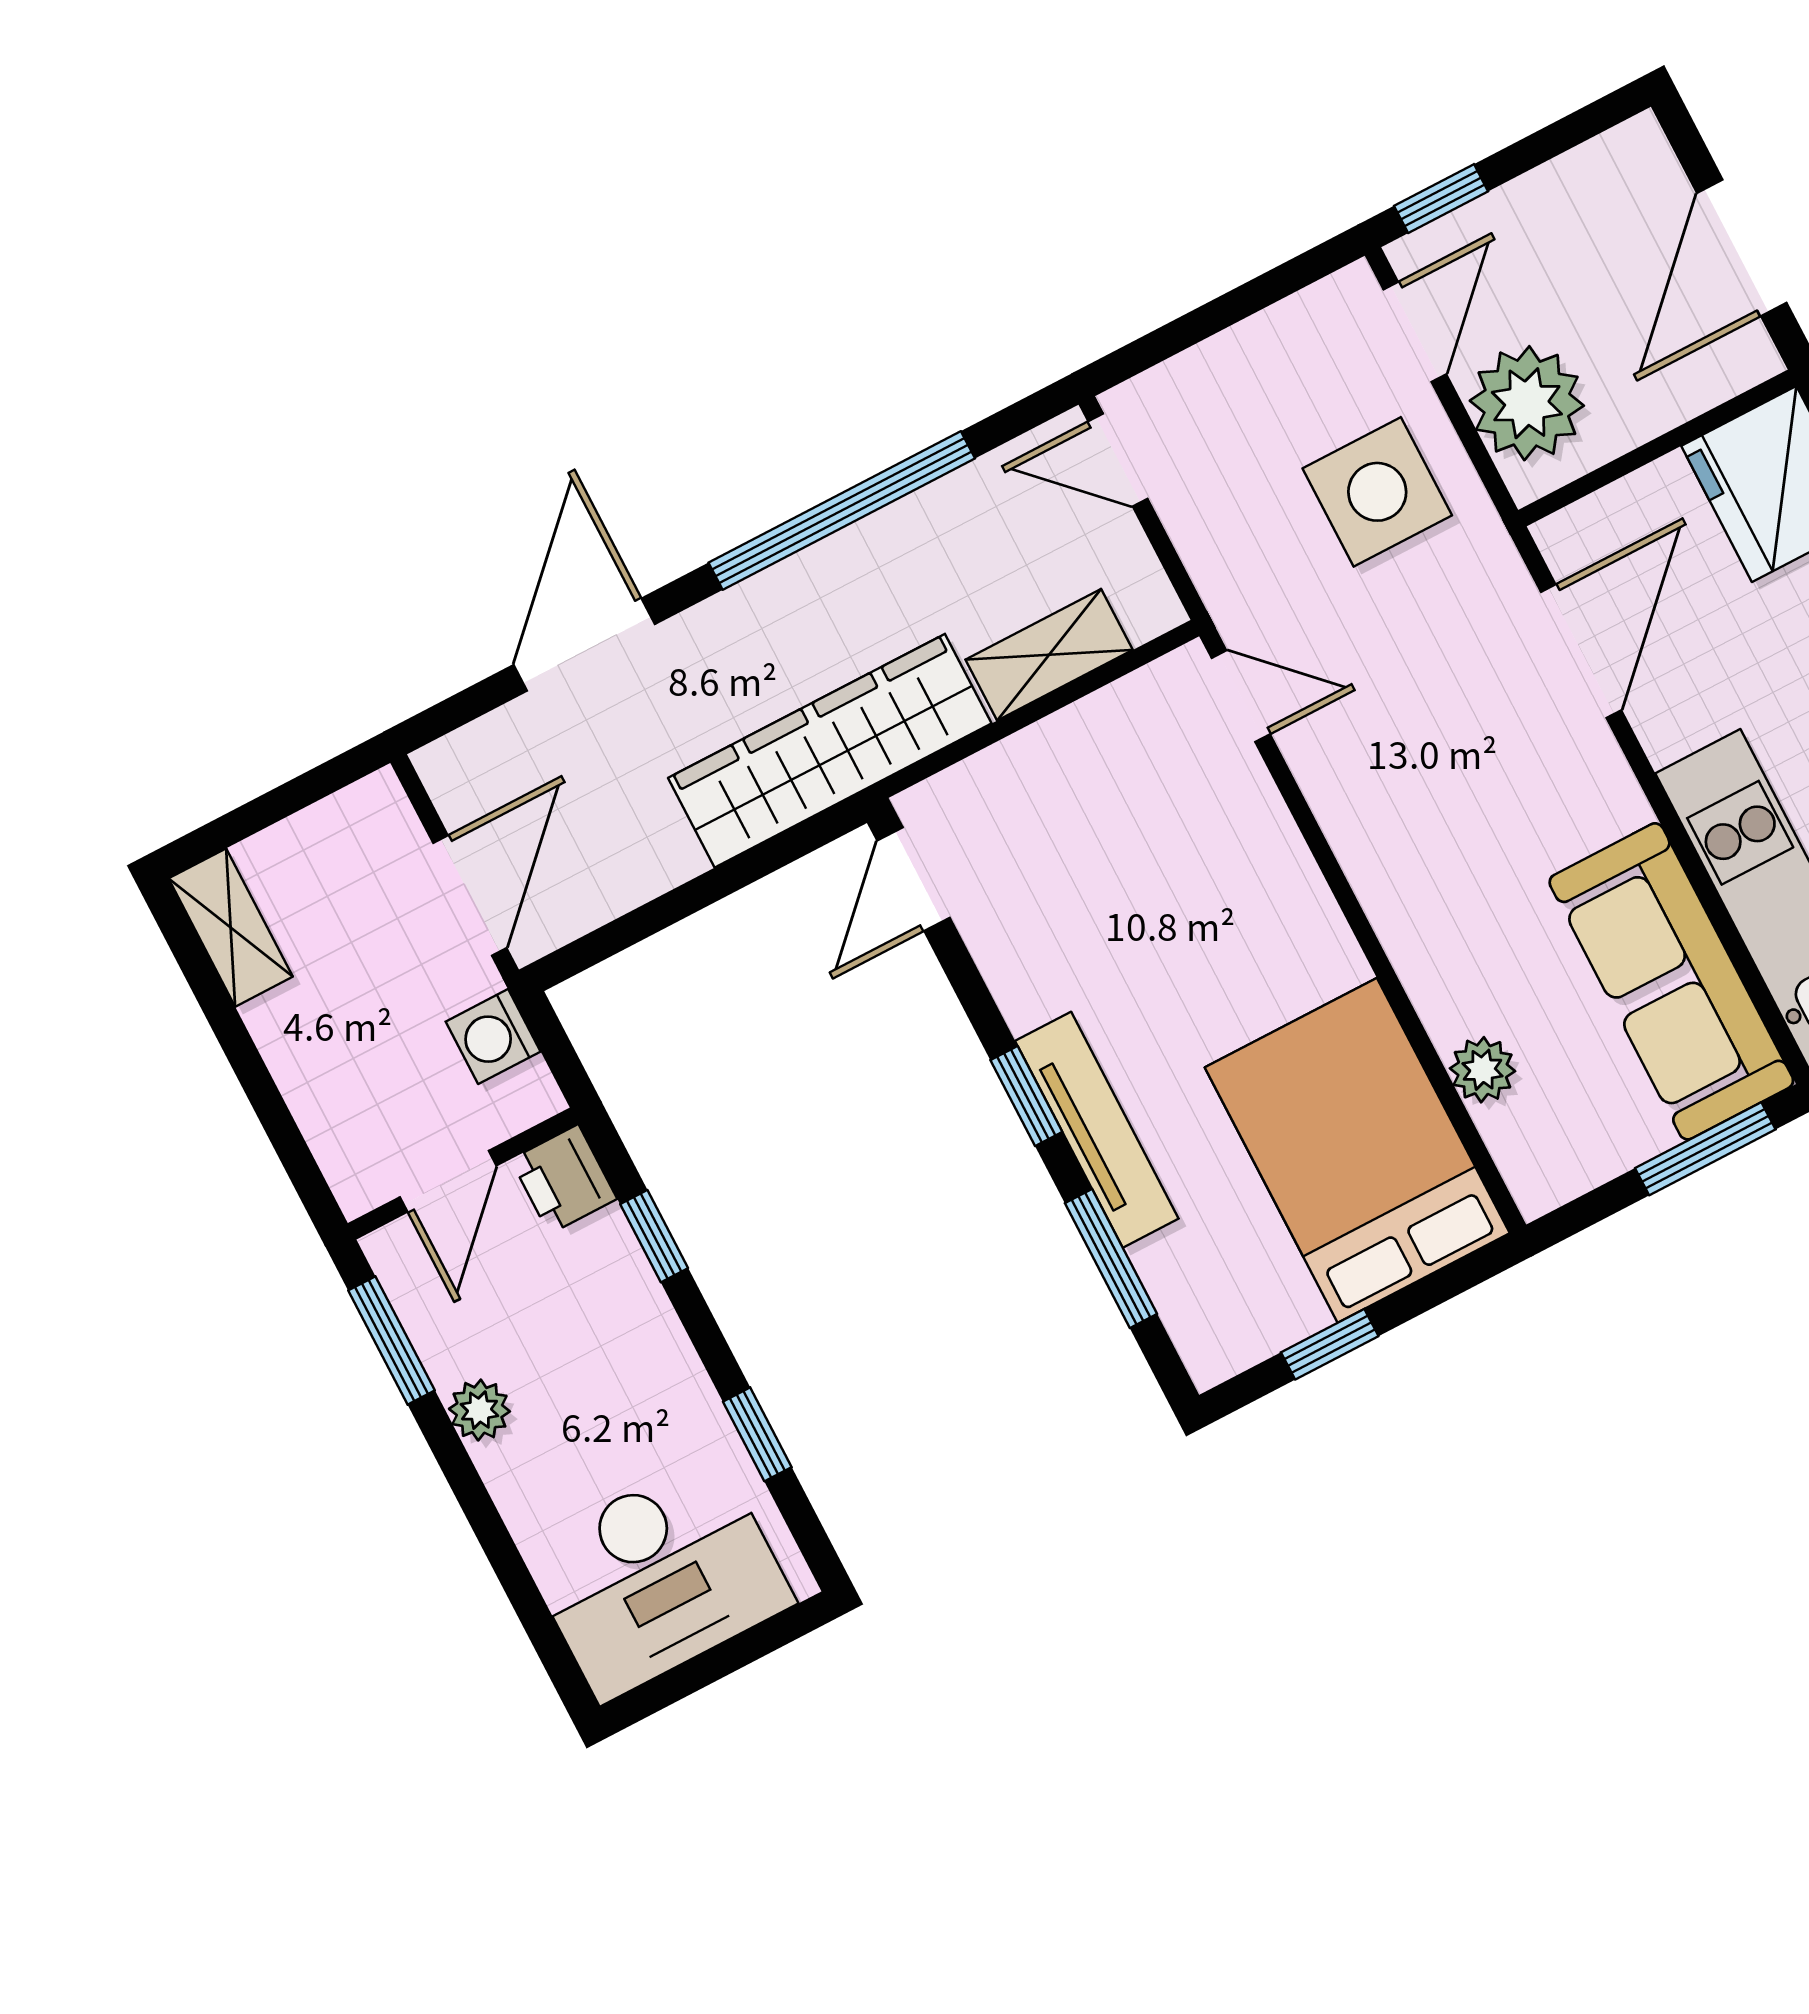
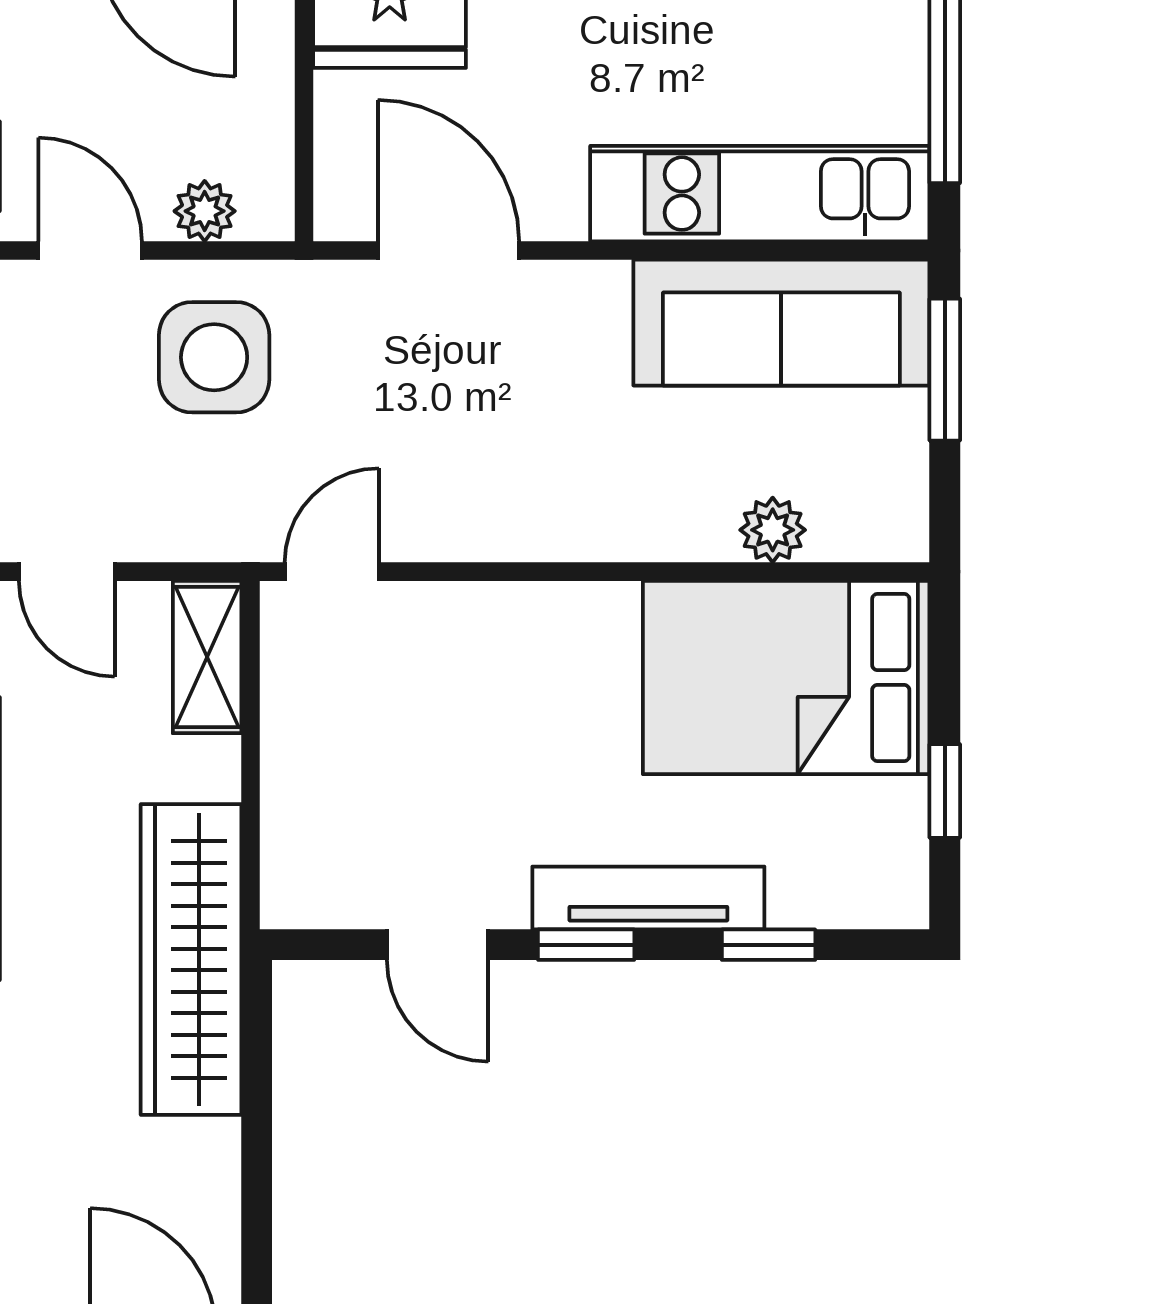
plant: (1527, 403) -> (205, 211), width x0.53, depth x0.53
door: (1118, 460) -> (67, 572), hinge flipped
shelving: (1049, 655) -> (207, 657), moved
door: (913, 879) -> (438, 945), moved
window: (1111, 1259) -> (769, 945), width x0.67

